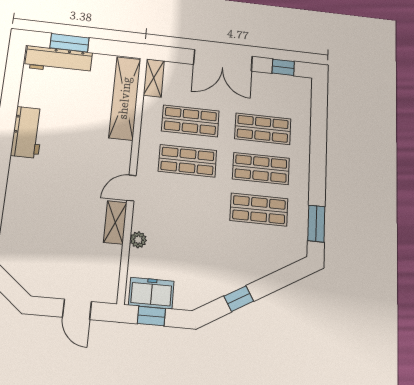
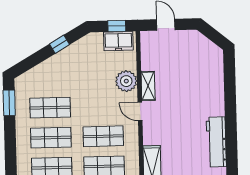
workbench: (27, 132) -> (216, 142), width x1.37
door: (131, 188) -> (140, 111), swing flipped
plant: (138, 240) -> (126, 81), width x1.88, depth x1.88

